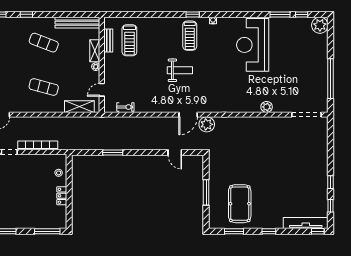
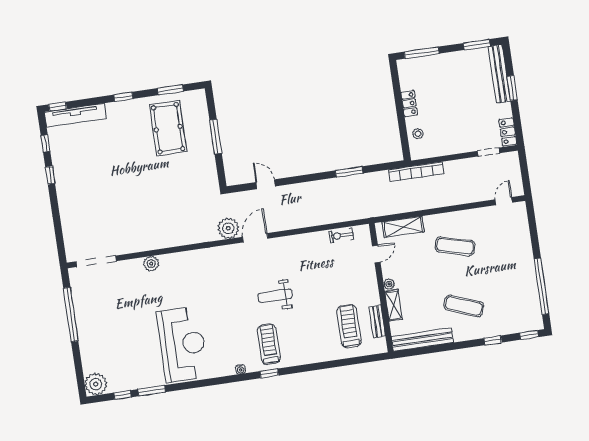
bookcase: (38, 145) -> (416, 172), moved

